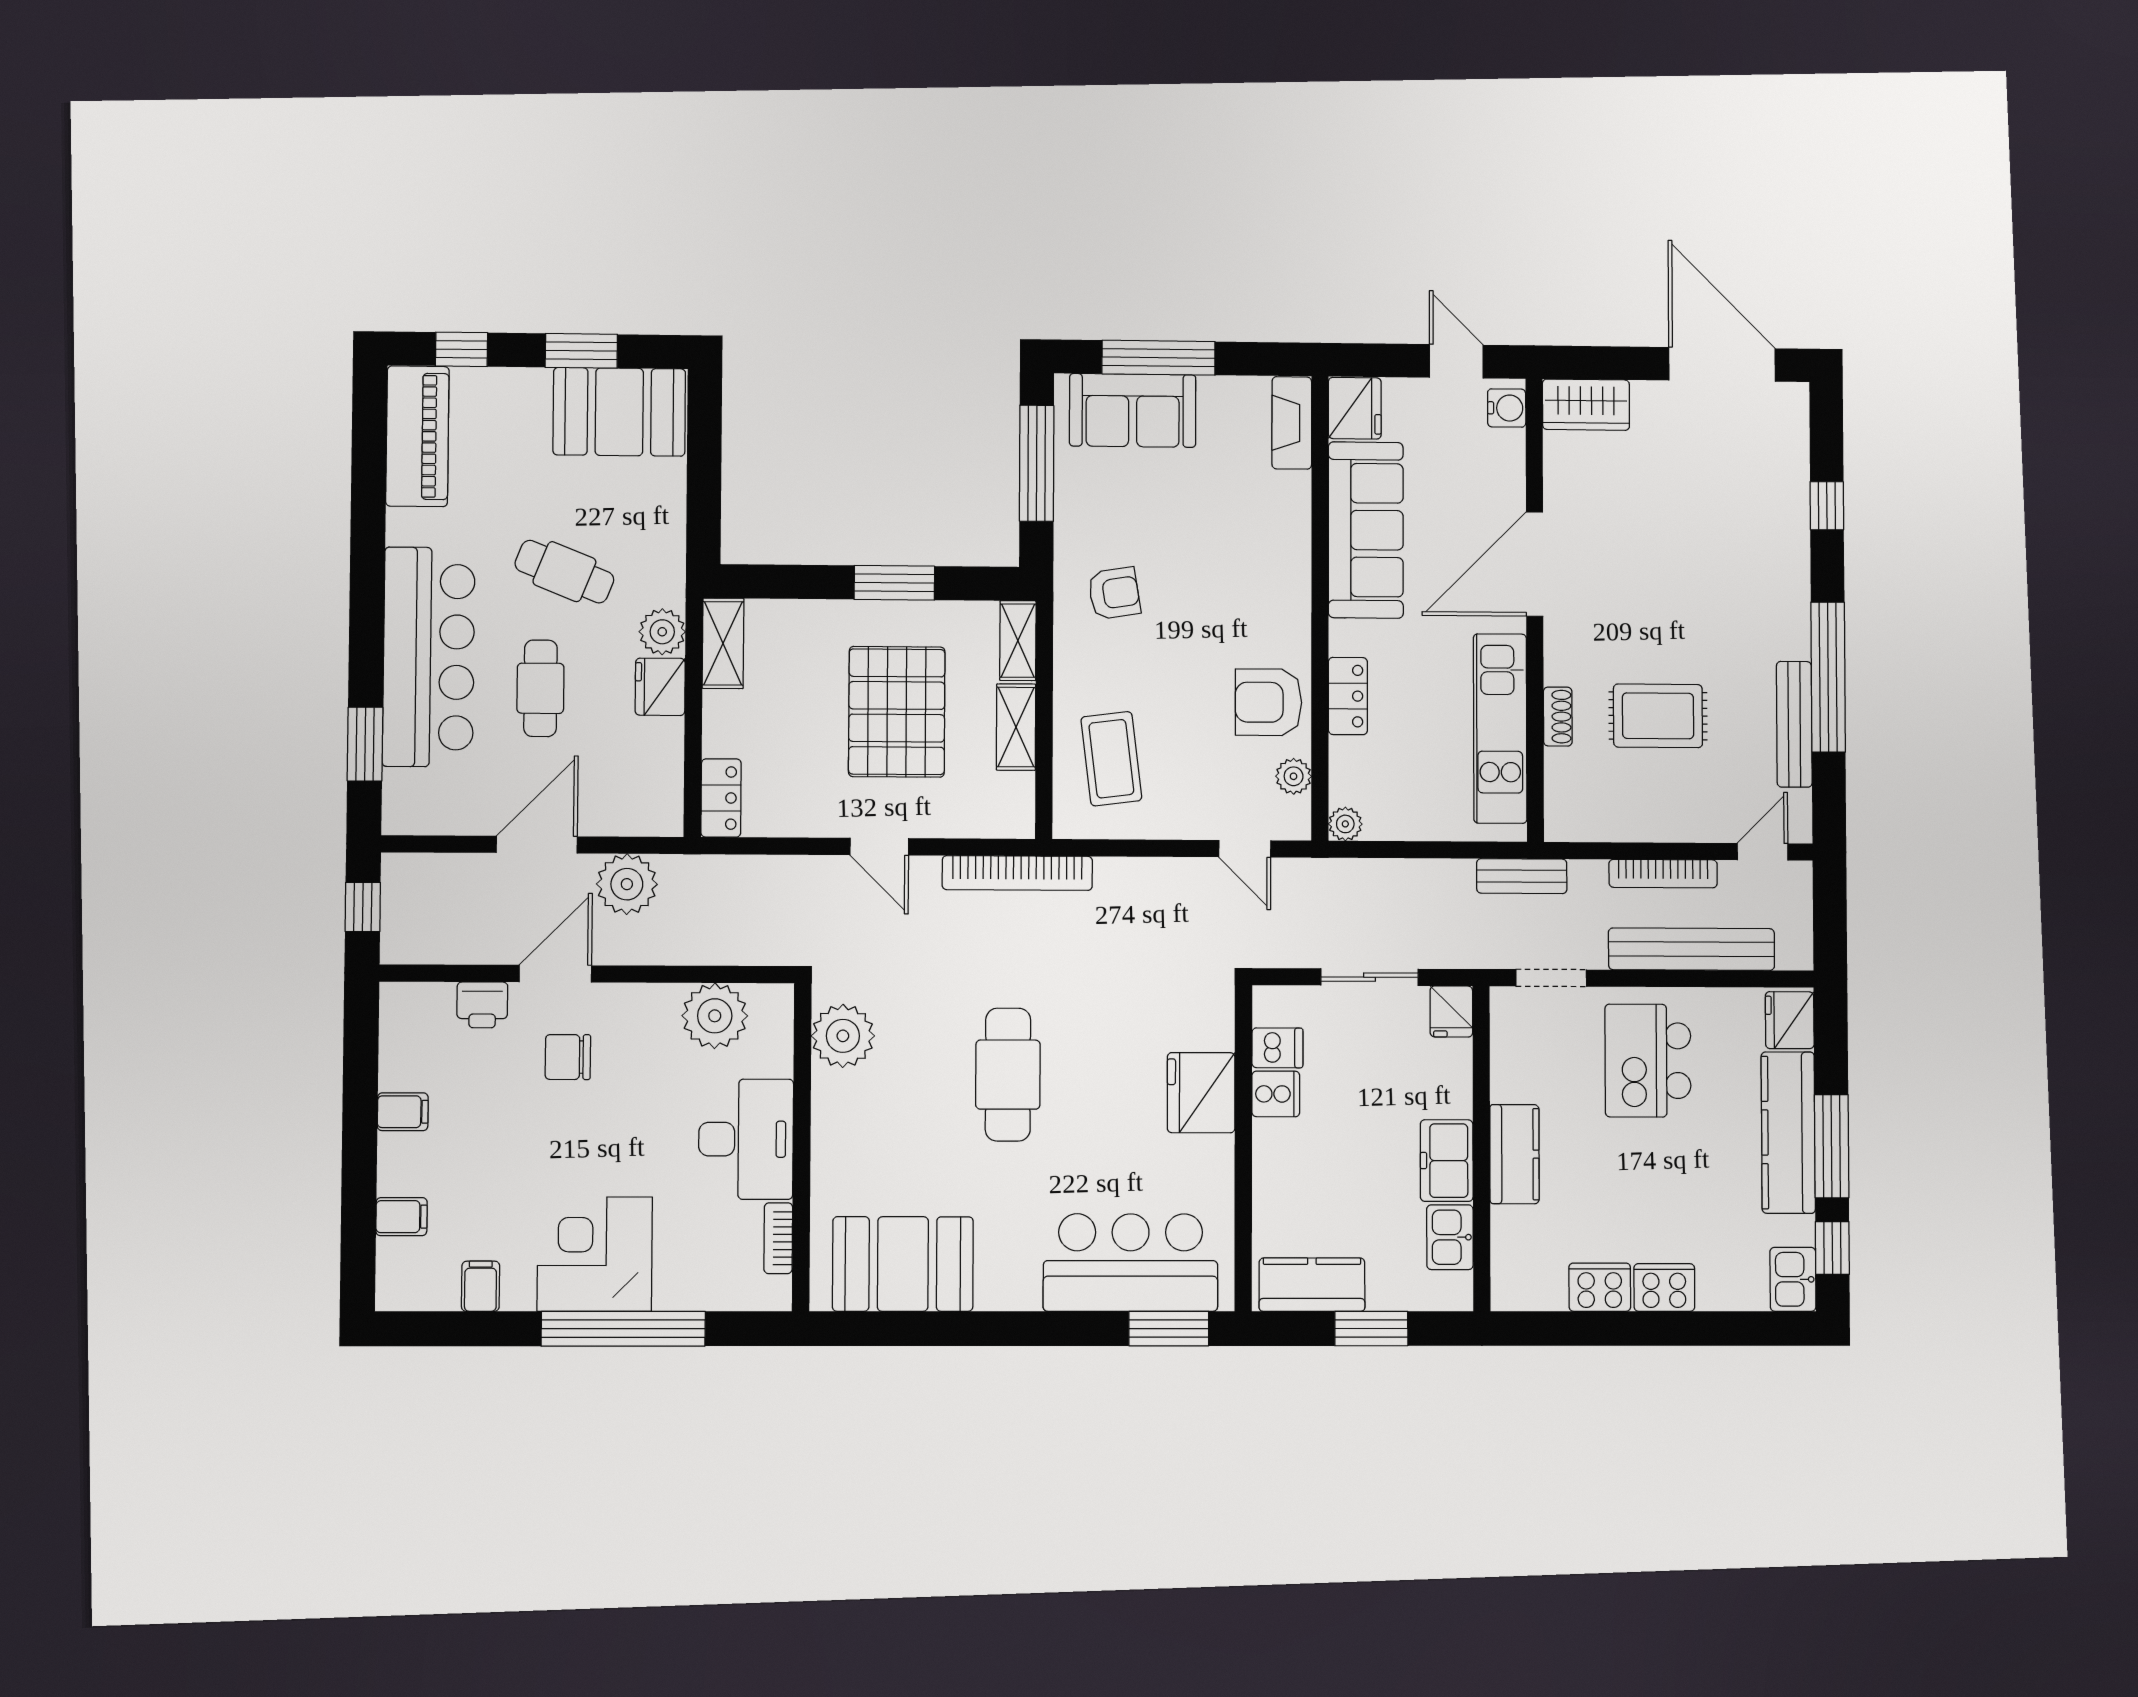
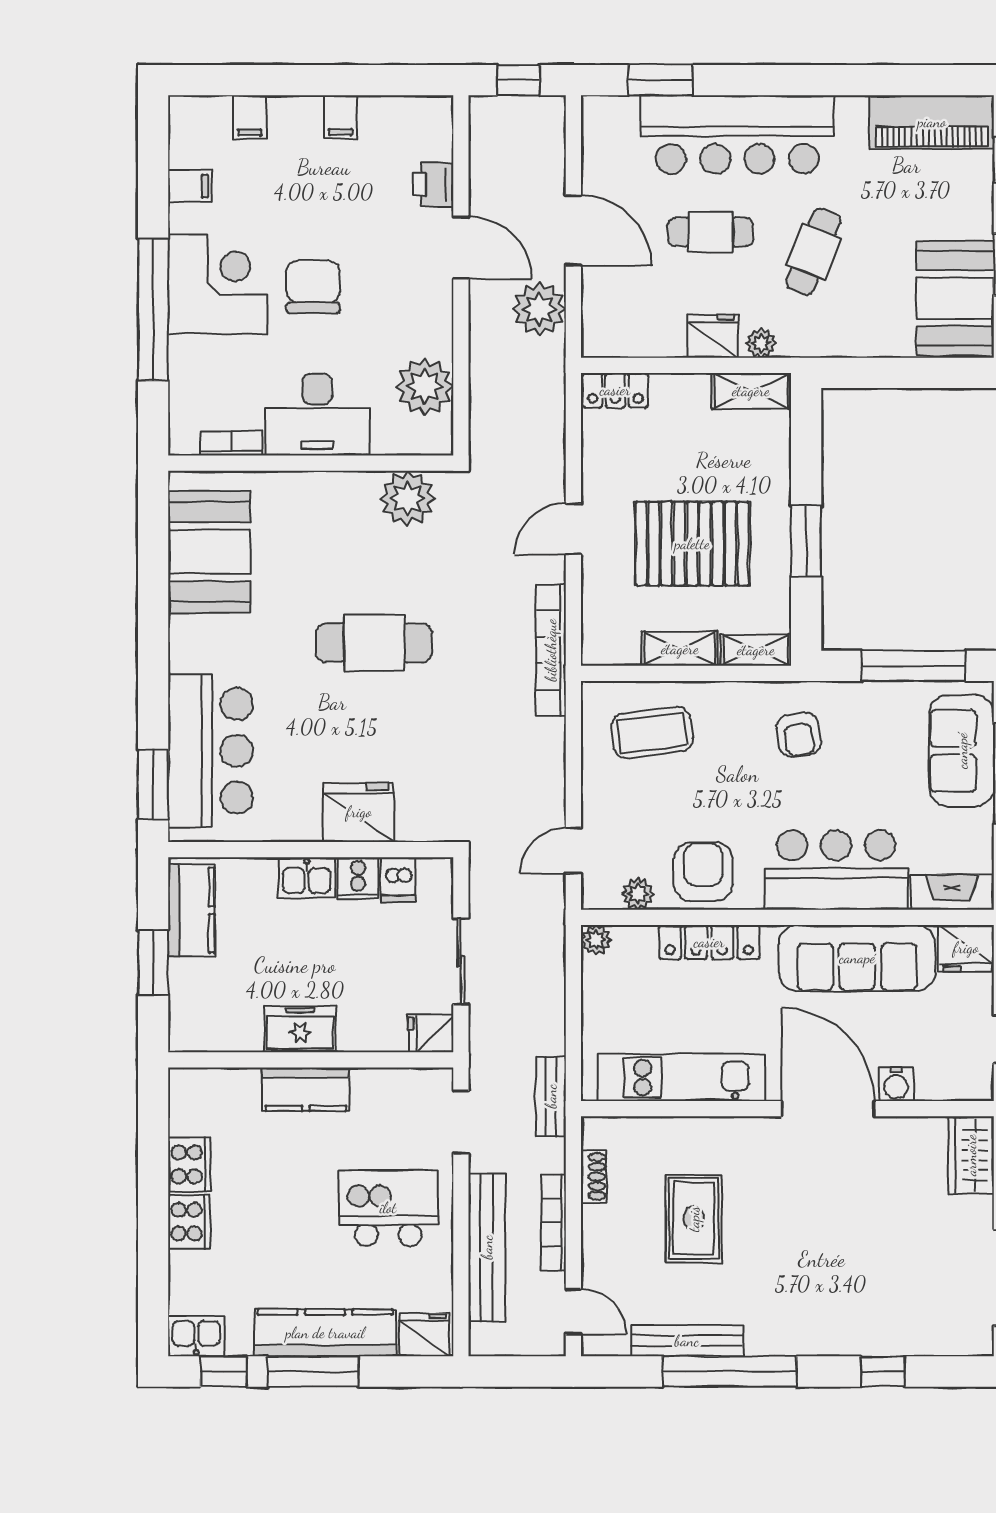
water cooler: (1507, 408) -> (896, 1084), moved
bar counter: (1267, 553) -> (836, 870), added
plant: (662, 632) -> (761, 343), width x0.73, depth x0.73
locker: (1348, 696) -> (709, 942), width x1.53
shoe rack: (1558, 717) -> (594, 1176), moved, turned -90
chair: (568, 1057) -> (313, 287), moved, width x1.37, depth x1.37
kitchen sink: (1450, 1237) -> (307, 878), moved, turned 180

